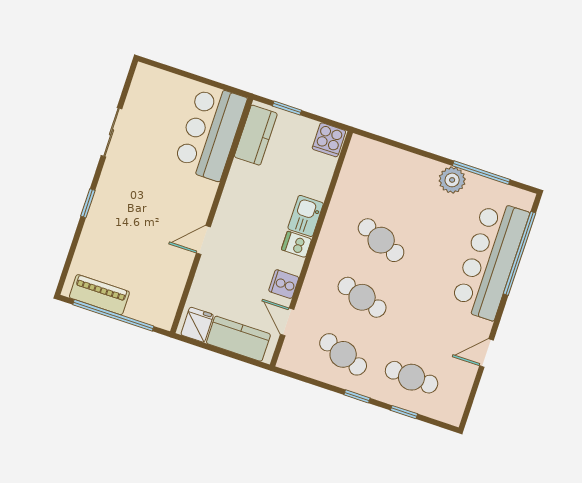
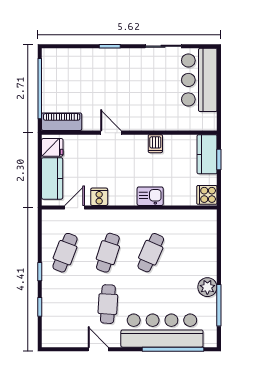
bar counter: (210, 132) -> (199, 80), moved, turned -90
kitchen counter: (256, 135) -> (207, 154), moved, turned 90
dishwasher: (296, 244) -> (155, 144), moved, turned 180
piano: (99, 295) -> (62, 122), moved, turned -90
cafe table: (412, 377) -> (108, 304), moved

